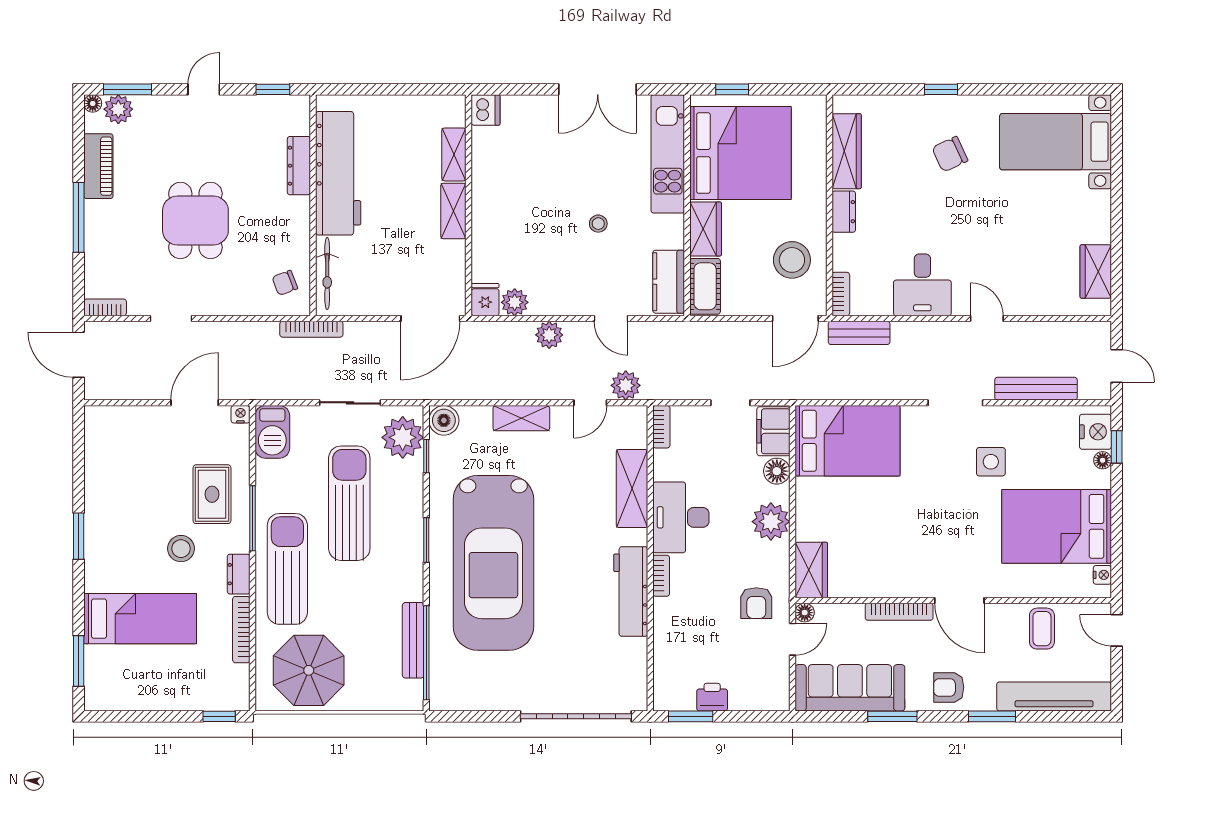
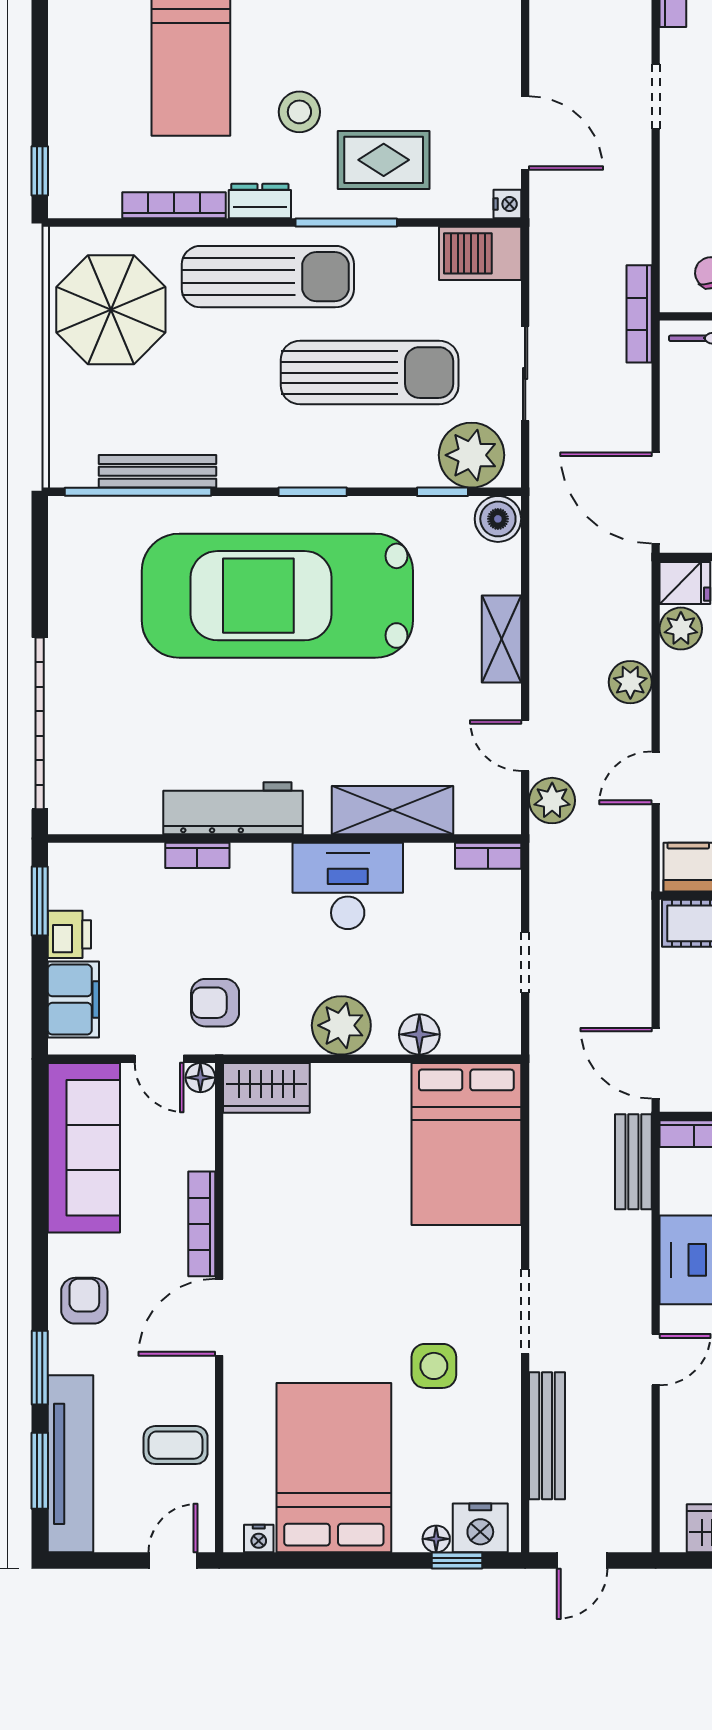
filing cabinet: (773, 431) -> (73, 1000), moved, turned 90
bookcase: (661, 576) -> (197, 855), moved
window: (892, 716) -> (40, 1471), moved

